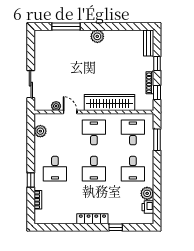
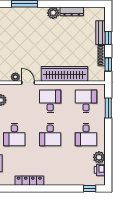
dresser: (117, 35) -> (72, 11), added
bench: (149, 43) -> (100, 33), moved
locker: (92, 219) -> (29, 181), moved
window: (116, 227) -> (90, 188), moved

